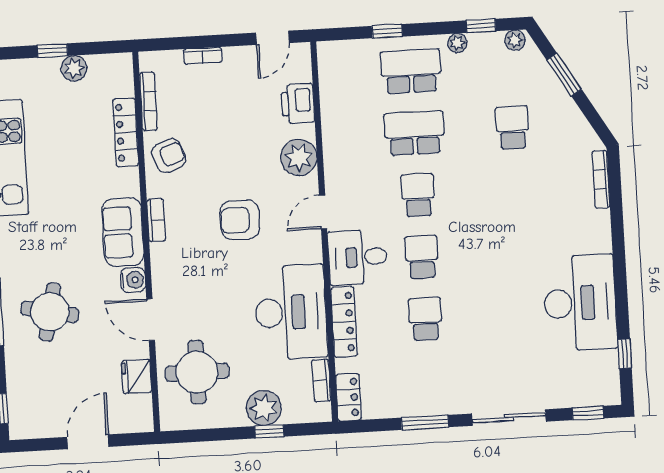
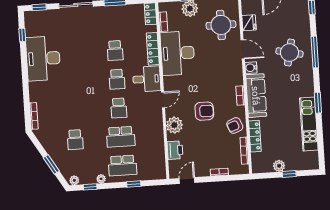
armchair: (240, 220) -> (204, 111), moved
sofa: (123, 232) -> (256, 96), width x1.36

